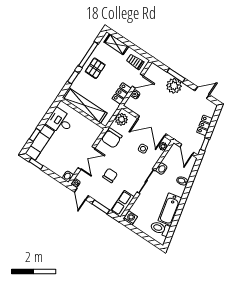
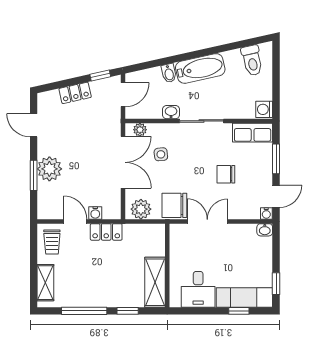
pallet: (95, 68) -> (96, 290), removed
shelving: (85, 105) -> (155, 282), width x0.68
chair: (112, 138) -> (174, 205), turned 180
double door: (86, 158) -> (207, 221), moved
bathtub: (170, 209) -> (200, 68), moved

